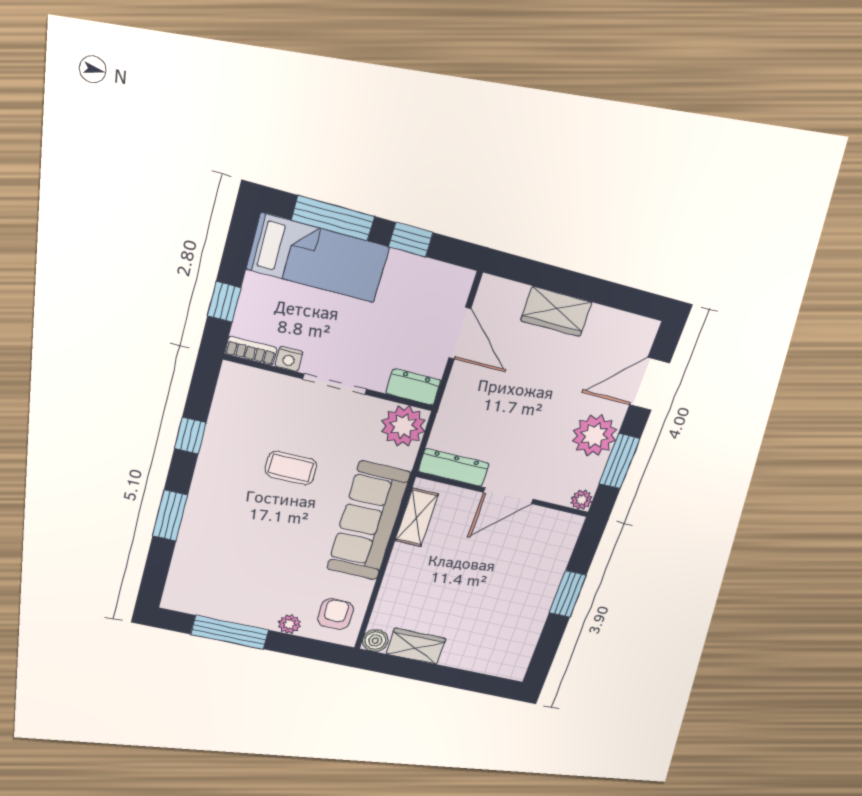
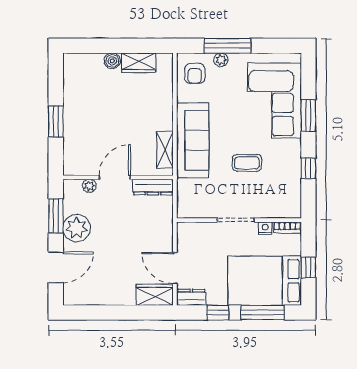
bed: (318, 258) -> (265, 281), width x1.50
window: (224, 302) -> (308, 268), moved
wardrobe: (556, 312) -> (155, 295), moved
dresser: (413, 387) -> (191, 297), moved, turned 180
plant: (403, 426) -> (190, 205), removed
plant: (582, 500) -> (89, 186), moved
corner sofa: (220, 549) -> (274, 101), added
window: (230, 632) -> (228, 46), moved
boiler: (375, 641) -> (112, 61), moved

